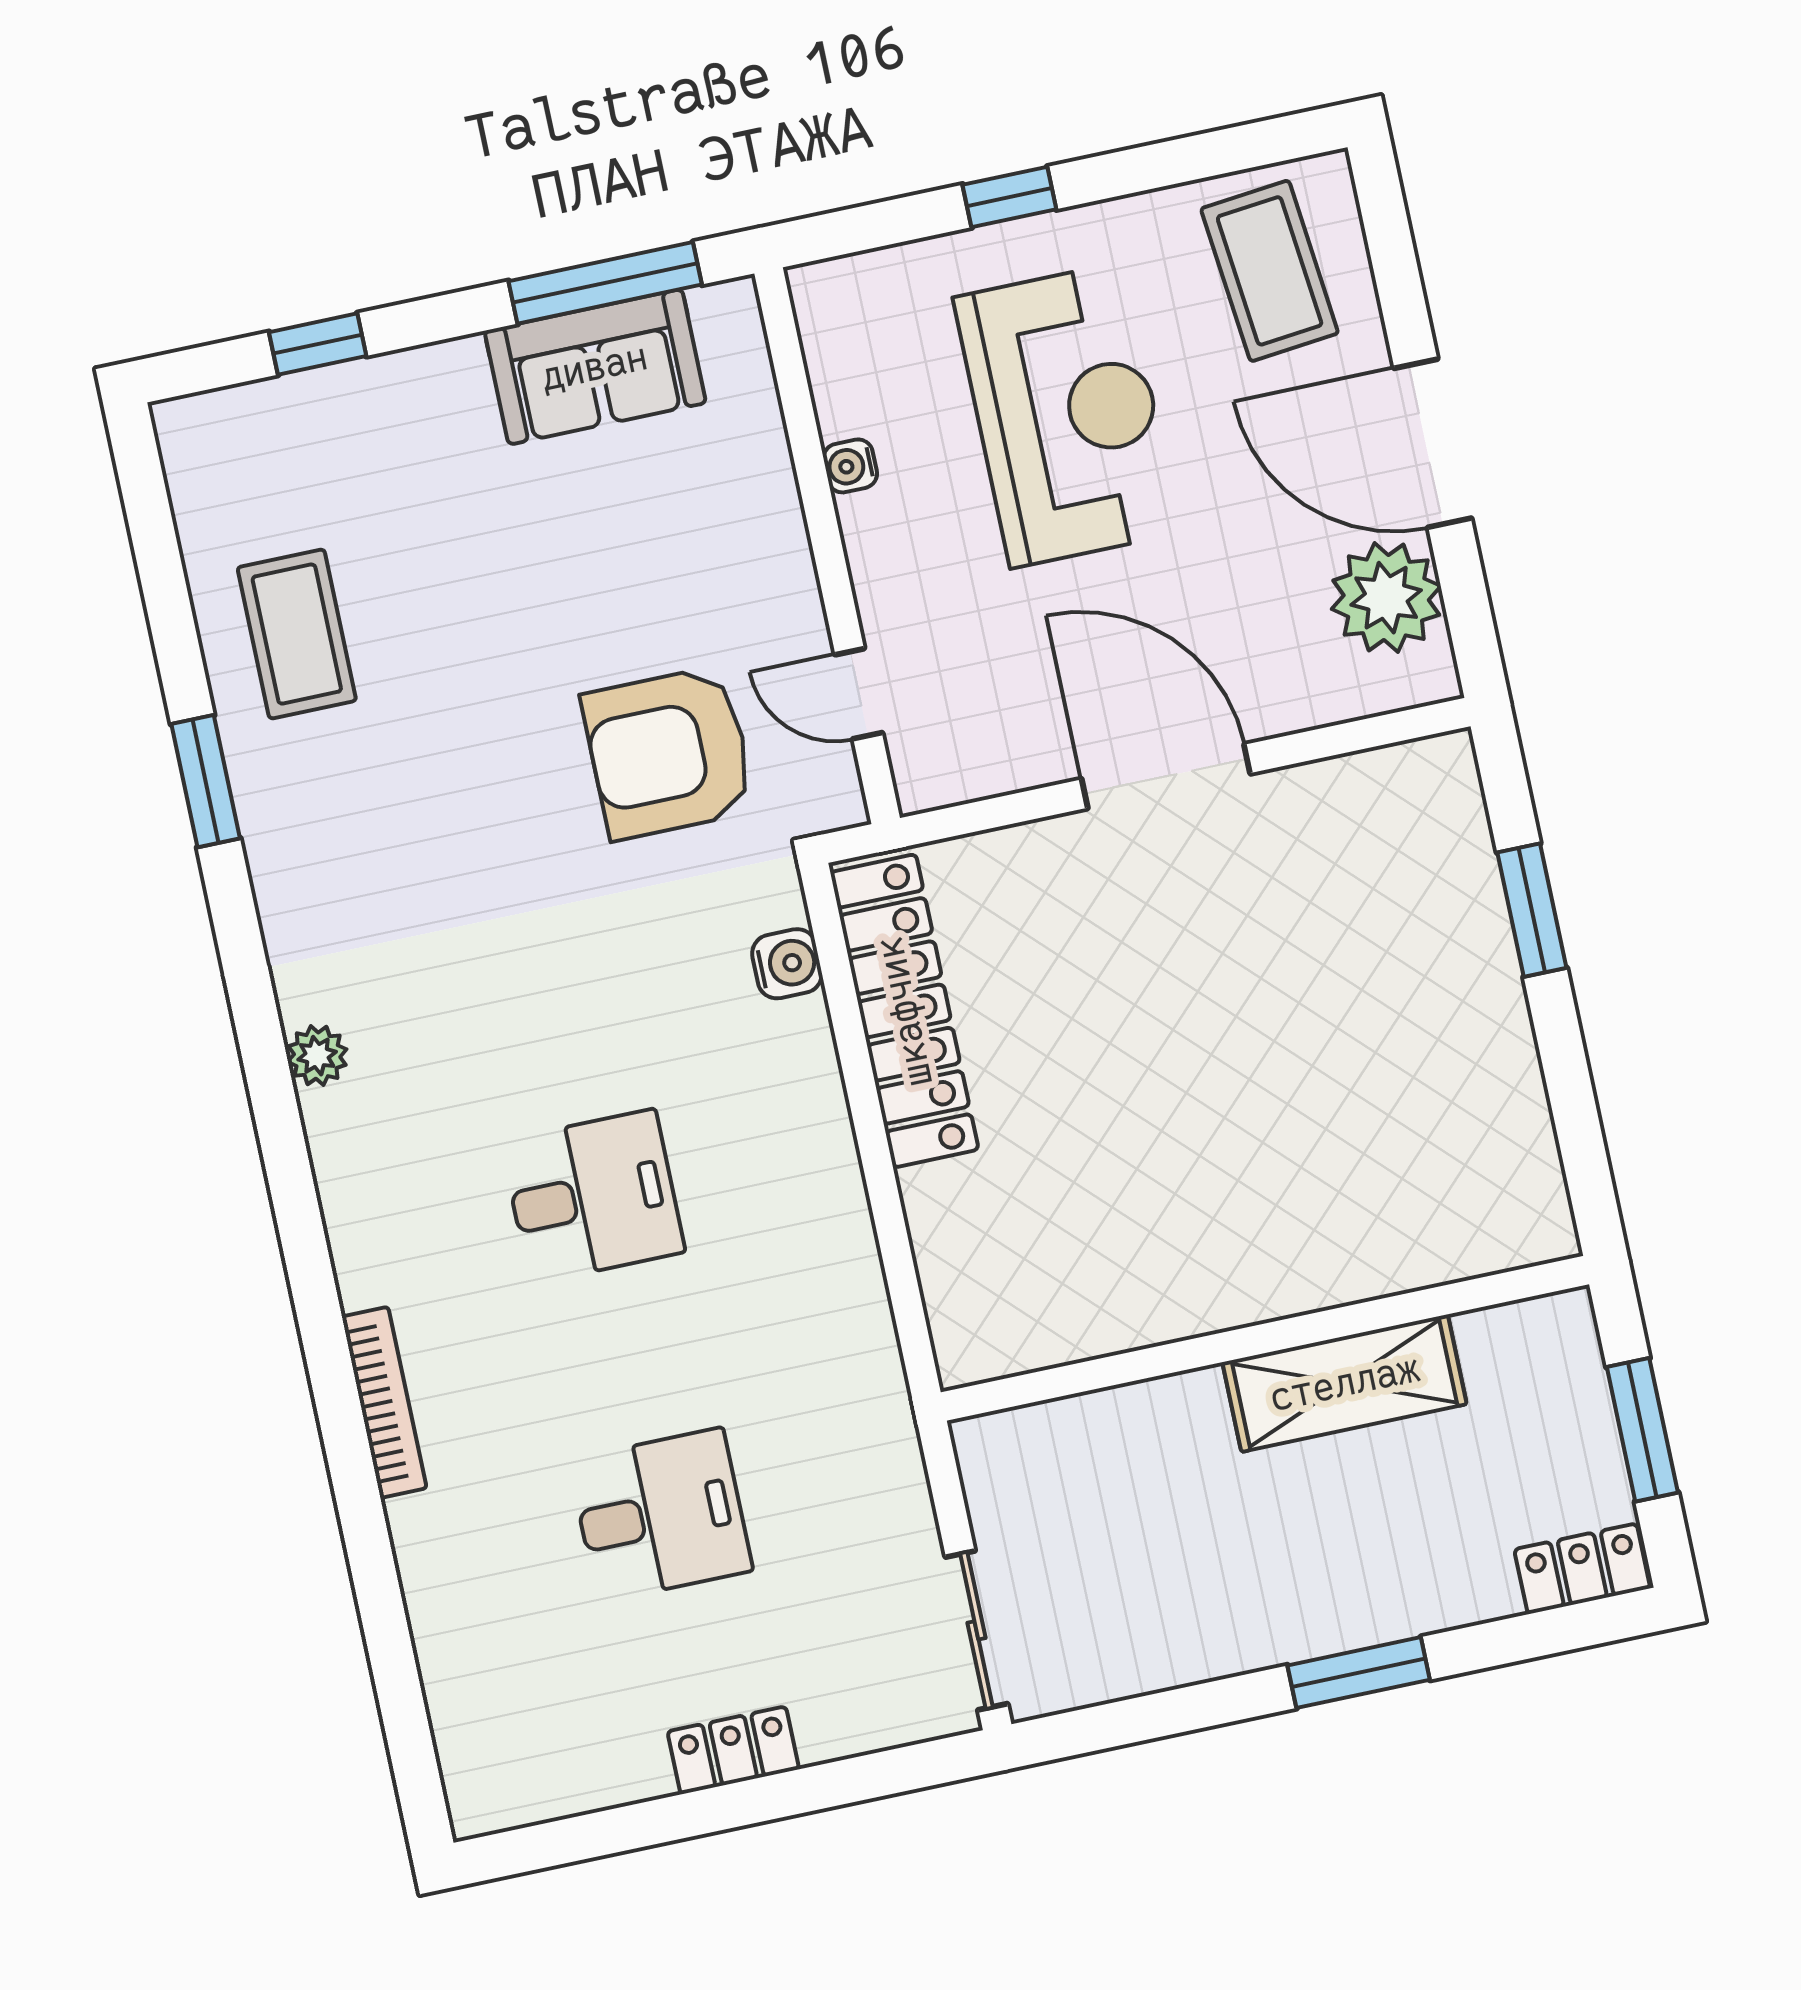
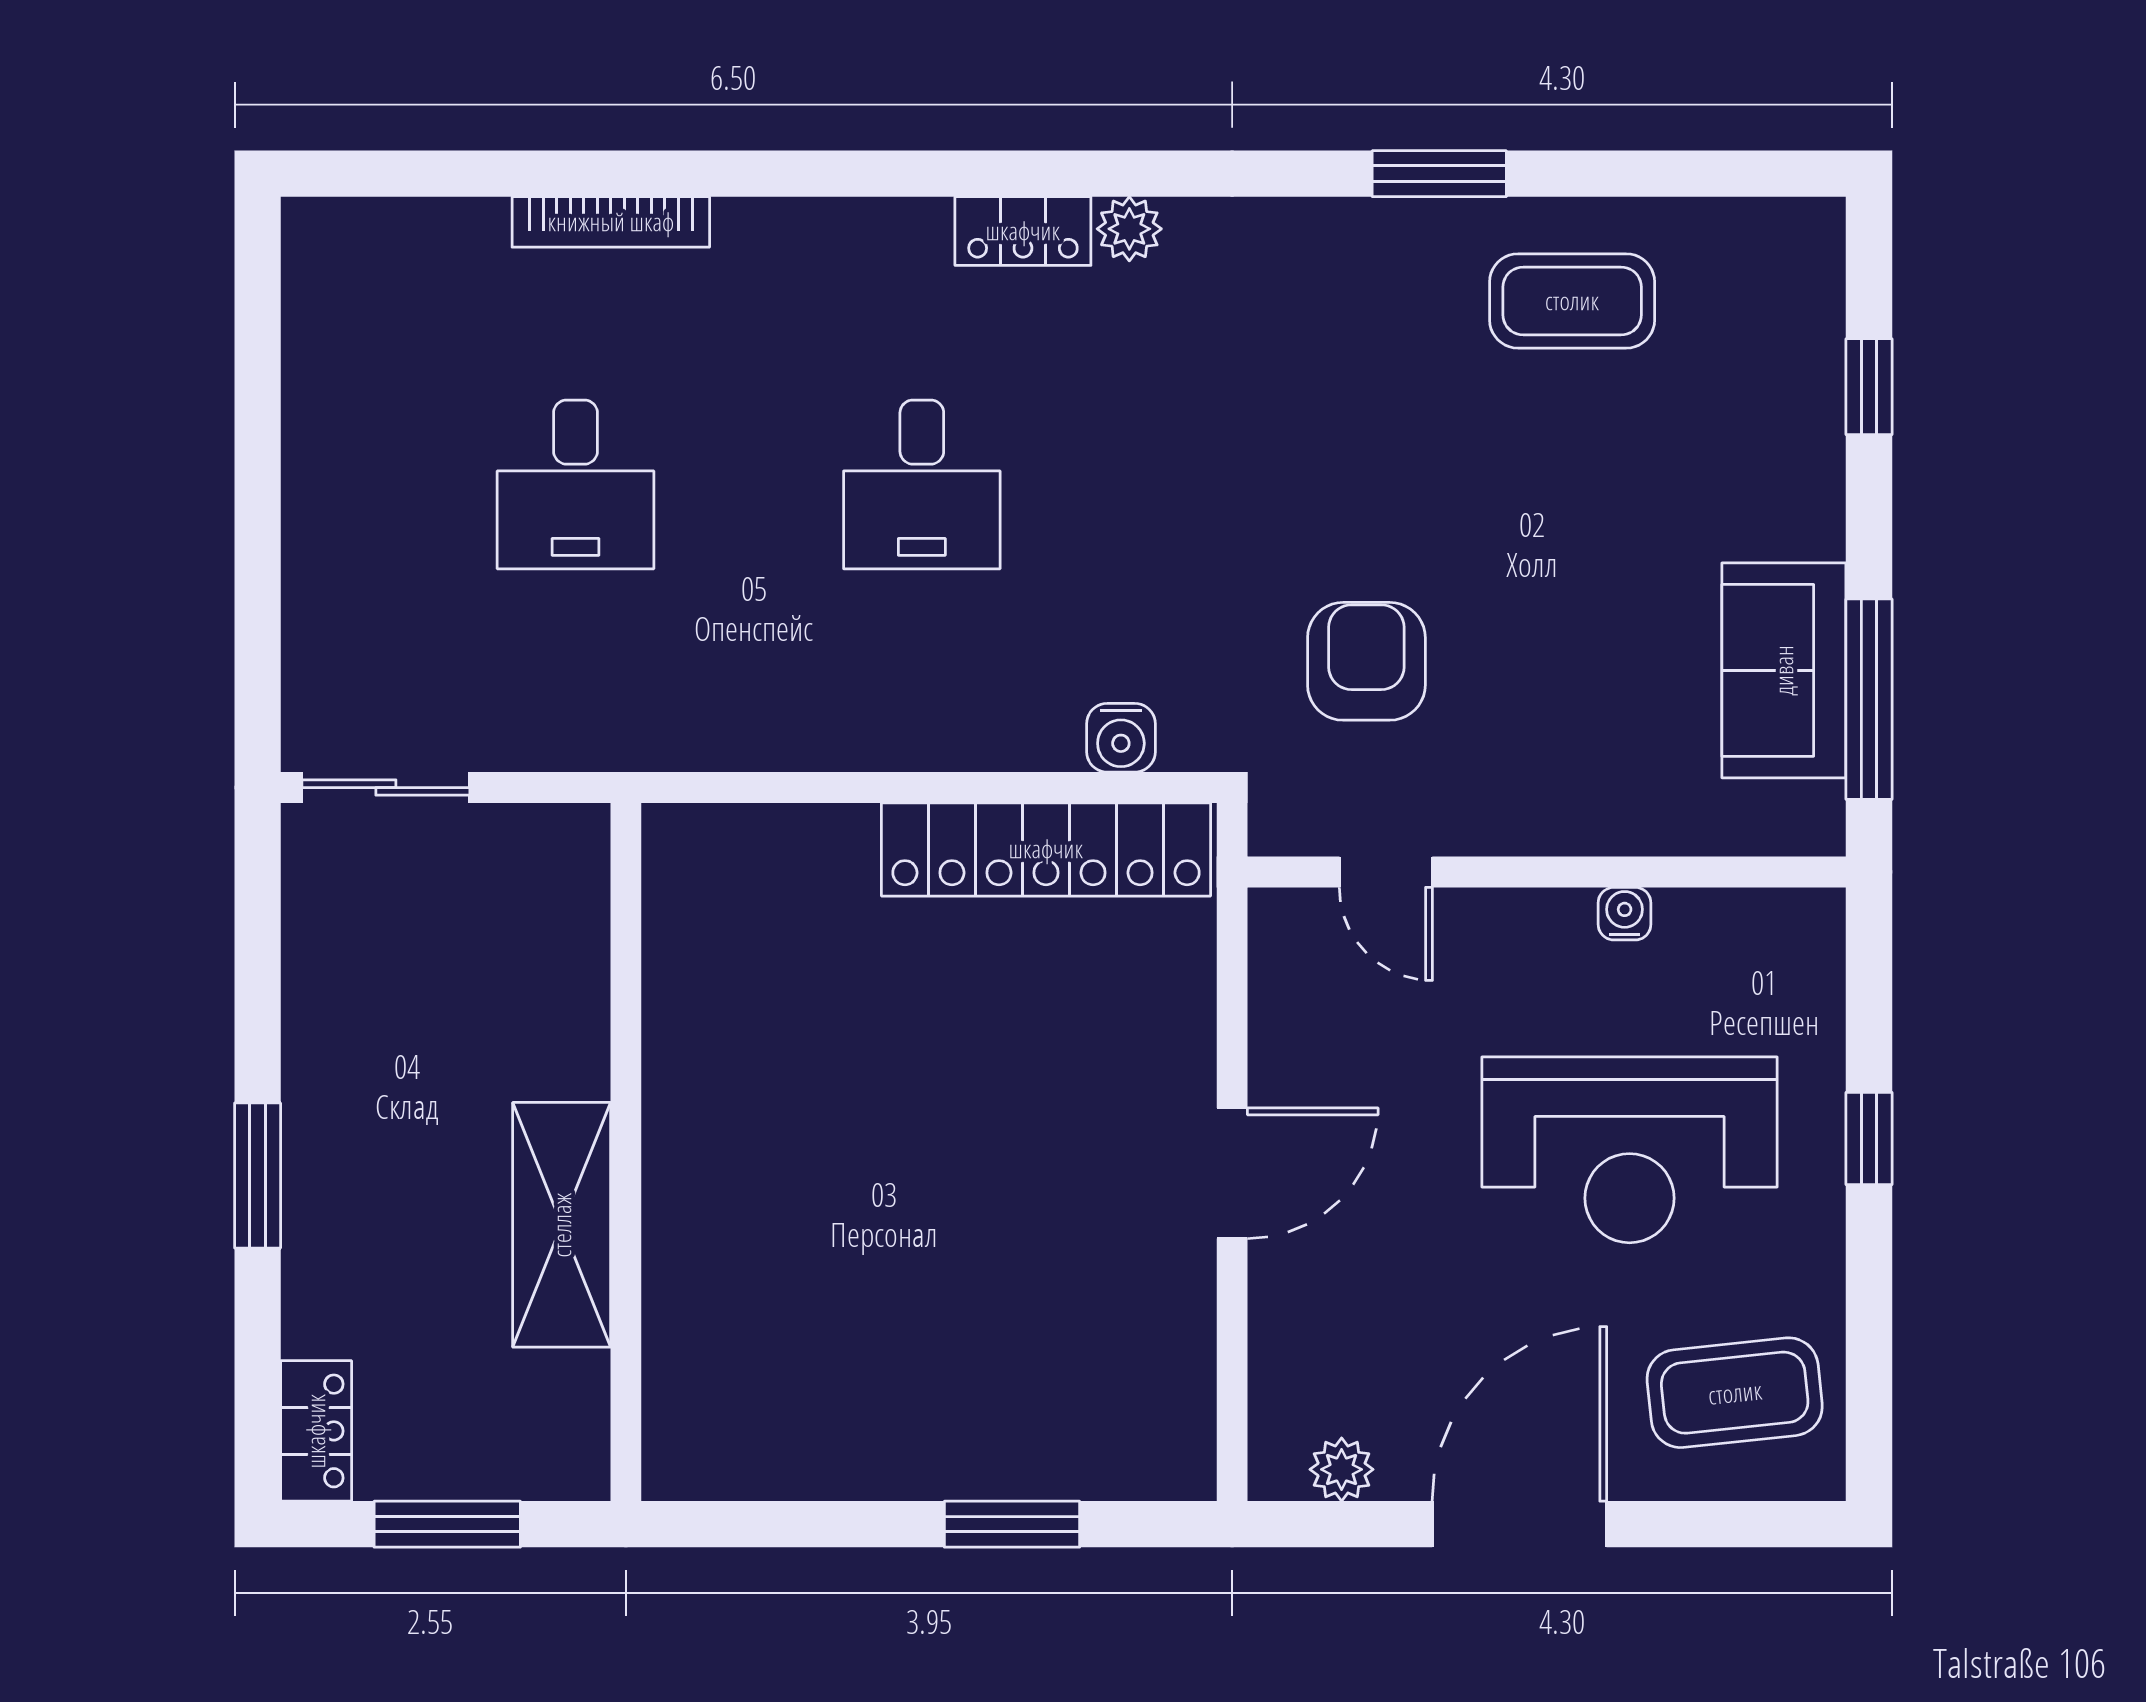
plant: (1386, 598) -> (1342, 1469), width x0.53, depth x0.53
door: (859, 694) -> (1386, 872), swing flipped
armchair: (669, 753) -> (1366, 661), width x0.73, depth x0.73
door: (1166, 776) -> (1232, 1173), width x0.73
bookcase: (384, 1402) -> (611, 222), moved
locker: (733, 1750) -> (1023, 231), moved, turned 90

